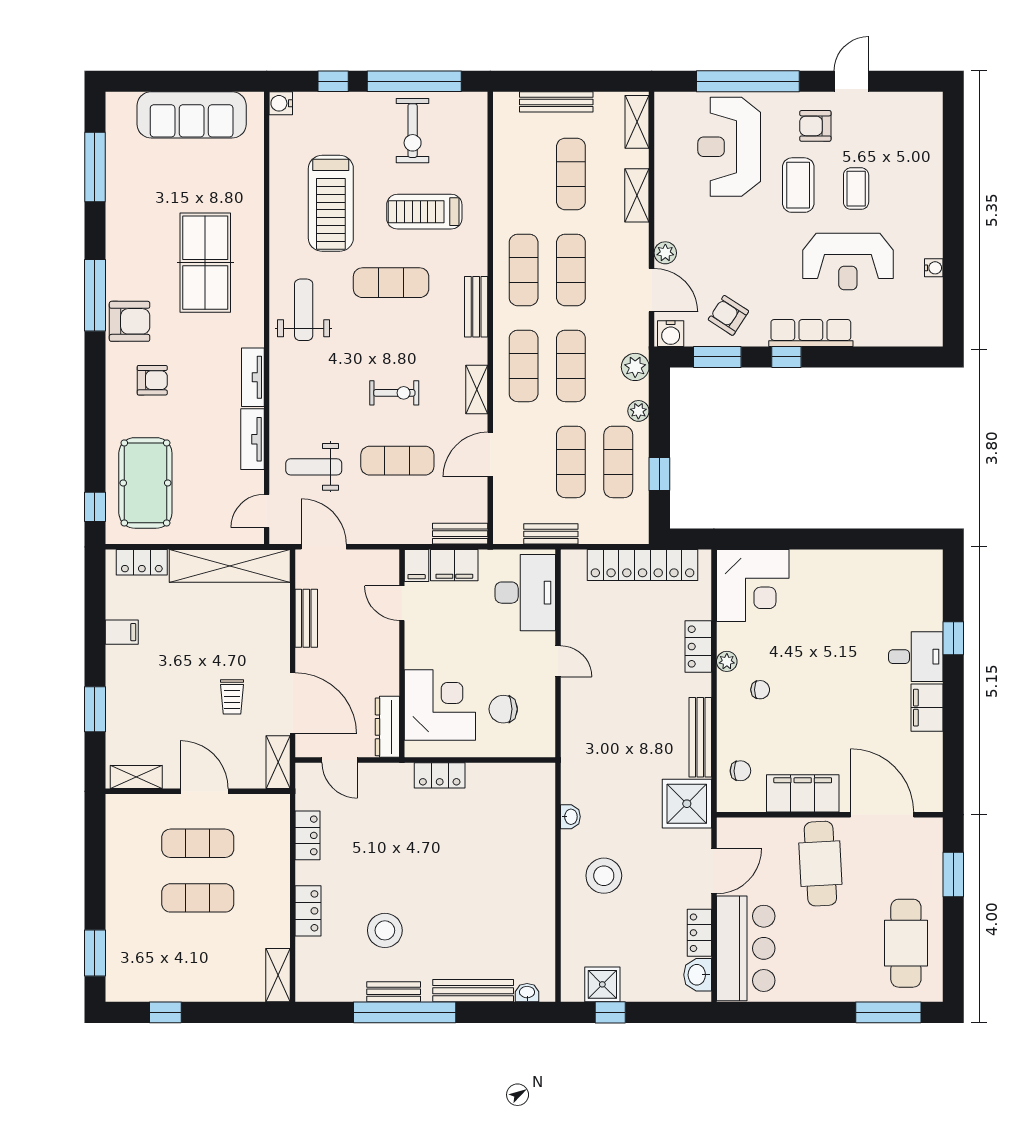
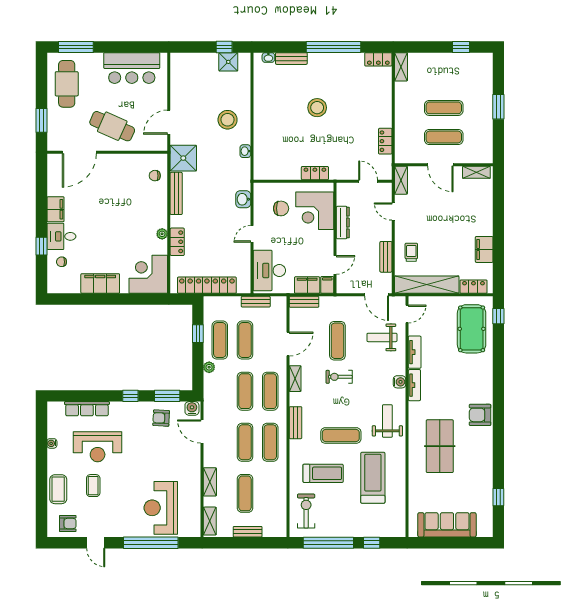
door: (851, 81) -> (96, 543), hinge flipped
bench: (556, 102) -> (248, 532), width x0.73
water cooler: (281, 103) -> (399, 382), moved
armchair: (815, 126) -> (68, 524), moved
exercise bike: (413, 131) -> (306, 511), moved
reception desk: (729, 147) -> (161, 508), turned 180
window: (95, 167) -> (498, 497), width x0.46
coffee table: (798, 185) -> (58, 489), moved
plant: (665, 253) -> (195, 451), removed
reception desk: (848, 262) -> (98, 447), turned 180
window: (95, 295) -> (498, 429), removed
weight bench: (304, 310) -> (387, 421), turned 180
armchair: (728, 315) -> (161, 418), turned 150
row of seats: (811, 333) -> (87, 409), moved
plant: (635, 367) -> (211, 391), removed
armchair: (152, 380) -> (468, 384), removed
exercise mat: (397, 461) -> (337, 341), turned 90
weight bench: (314, 467) -> (382, 337), turned 180
door: (402, 603) -> (335, 265), hinge flipped
filing cabinet: (122, 632) -> (484, 249), width x2.00
door: (558, 661) -> (252, 234), hinge flipped
chair: (760, 690) -> (62, 262), moved
trolley: (232, 697) -> (411, 252), moved
door: (293, 703) -> (393, 212), width x0.53
window: (95, 709) -> (498, 208), removed
dresser: (387, 727) -> (343, 223), moved
filing cabinet: (803, 793) -> (100, 283), moved, turned 180
door: (882, 815) -> (79, 152), hinge flipped
cafe table: (820, 864) -> (112, 126), turned -63
locker: (308, 911) -> (378, 59), moved, turned -90
stool: (385, 930) -> (317, 108), moved
locker: (699, 933) -> (177, 89), removed
bar counter: (746, 948) -> (132, 68), moved, turned -90
window: (95, 953) -> (498, 107), moved
washbasin: (698, 975) -> (243, 199), moved, turned 180
bench: (473, 991) -> (291, 59), width x0.73
bench: (394, 992) -> (339, 58), removed

